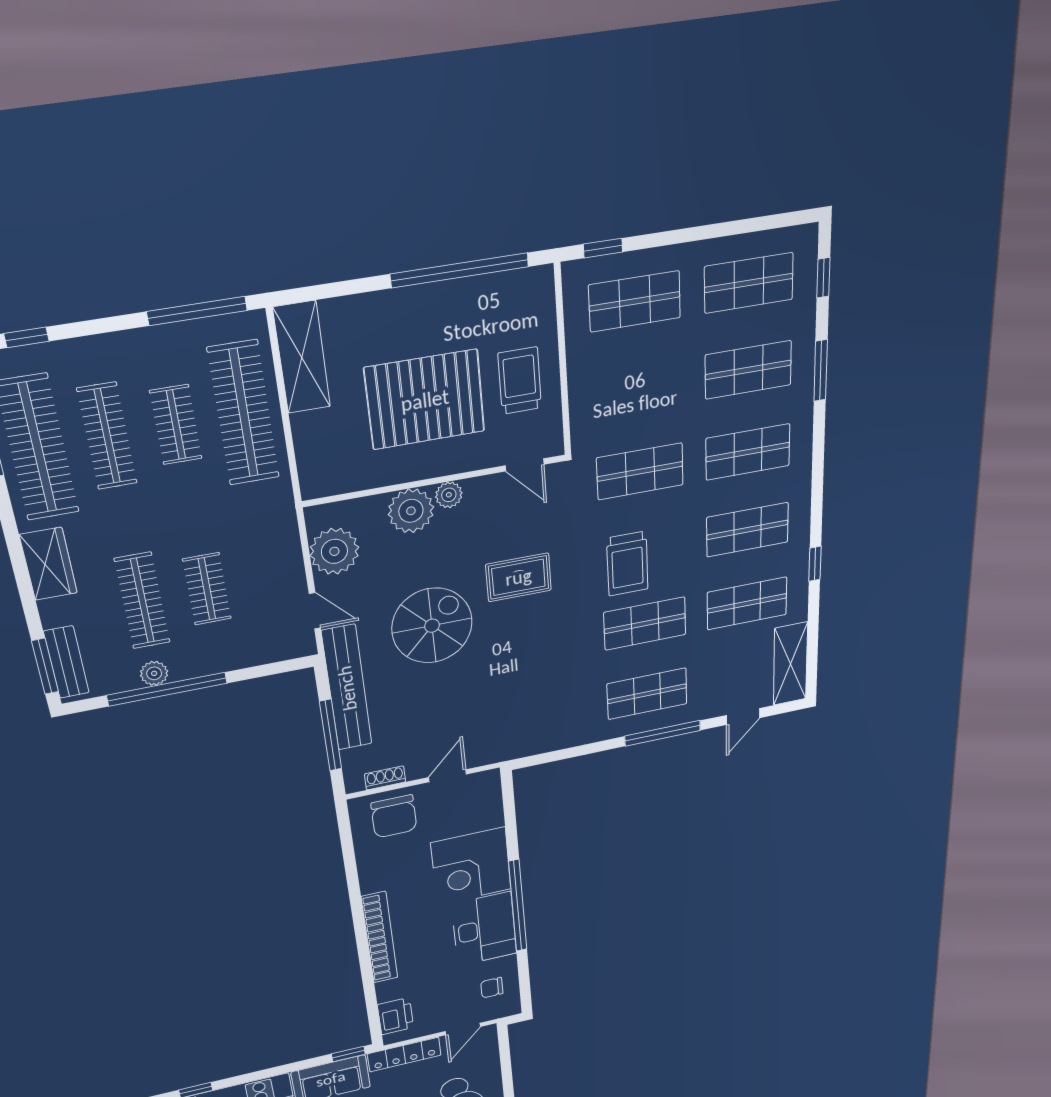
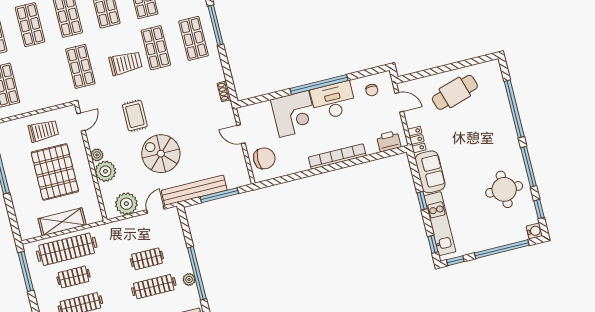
shelving: (302, 357) -> (62, 222), moved
trolley: (520, 381) -> (43, 131), turned 180
shoe rack: (385, 778) -> (224, 91), moved
window: (348, 1054) -> (422, 201), moved
locker: (404, 1055) -> (417, 140), width x0.66

